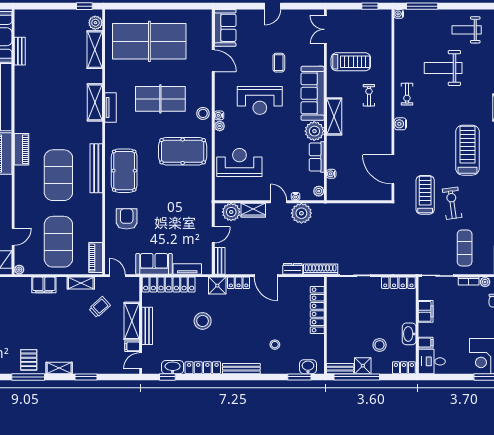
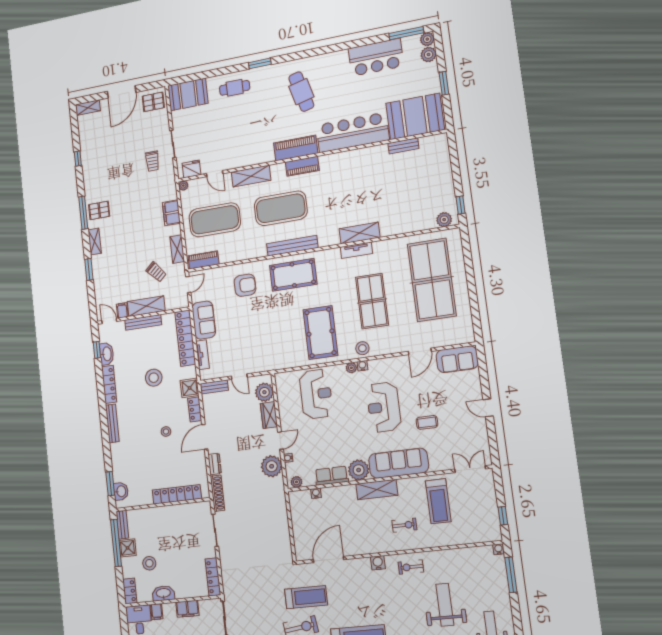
shelving: (95, 50) -> (251, 176), moved
stool: (275, 345) -> (166, 431), moved

